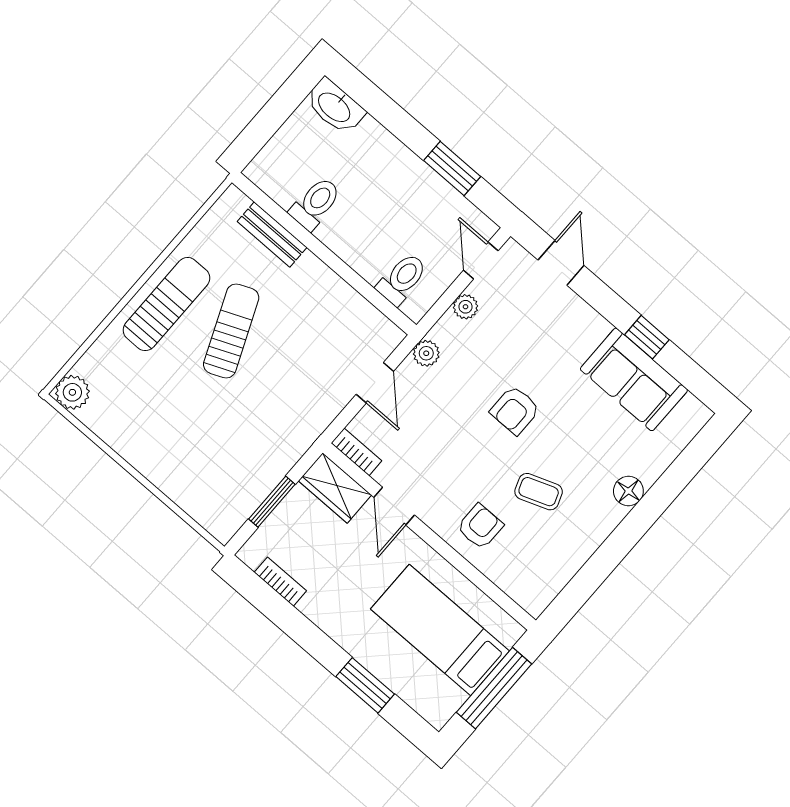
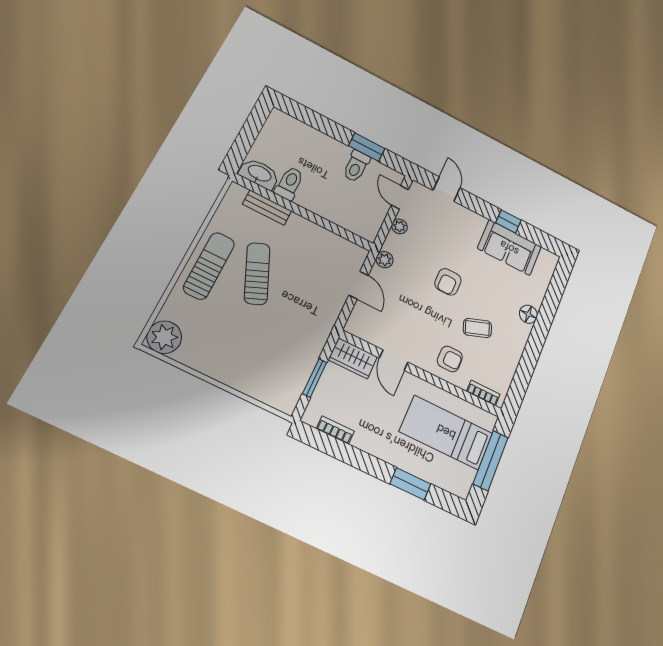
washbasin: (335, 107) -> (259, 174), moved, turned 180
toilet: (402, 279) -> (356, 166), moved, turned 180
plant: (72, 392) -> (164, 337), width x1.36, depth x1.36
bookcase: (356, 452) -> (483, 393), moved
armchair: (480, 526) -> (450, 359), turned 90

